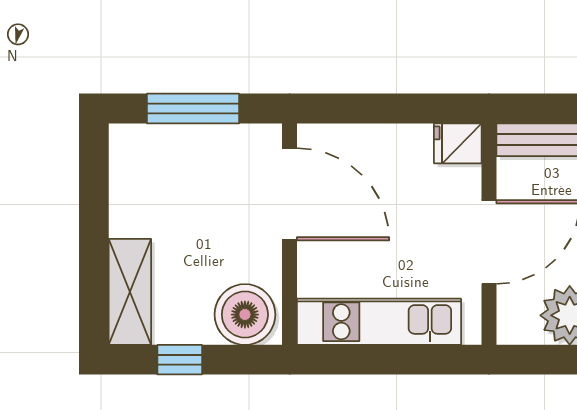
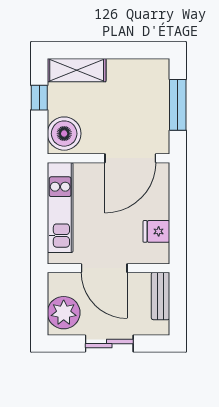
fridge: (458, 143) -> (156, 231), moved, turned -90

